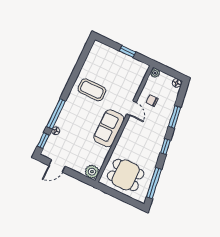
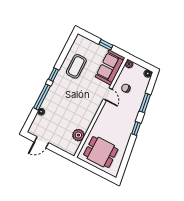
coffee table: (92, 90) -> (76, 66), moved, turned 90
sofa: (109, 128) -> (110, 67), moved
window: (43, 141) -> (53, 75), moved
plant: (92, 172) -> (78, 135), moved
window: (154, 183) -> (125, 160), removed

